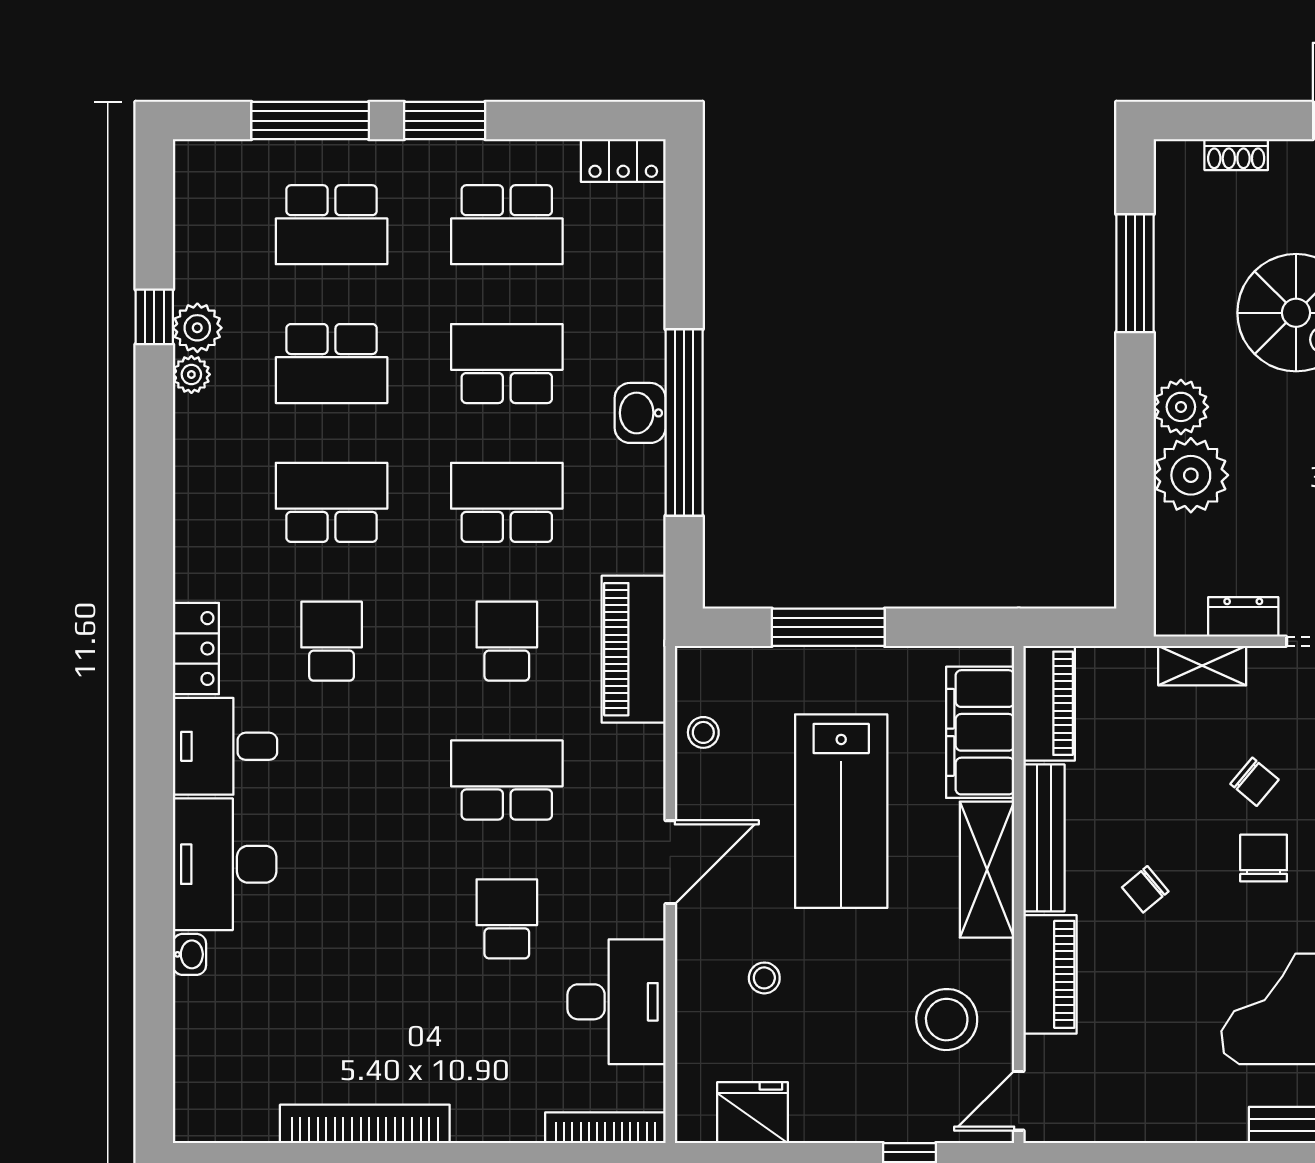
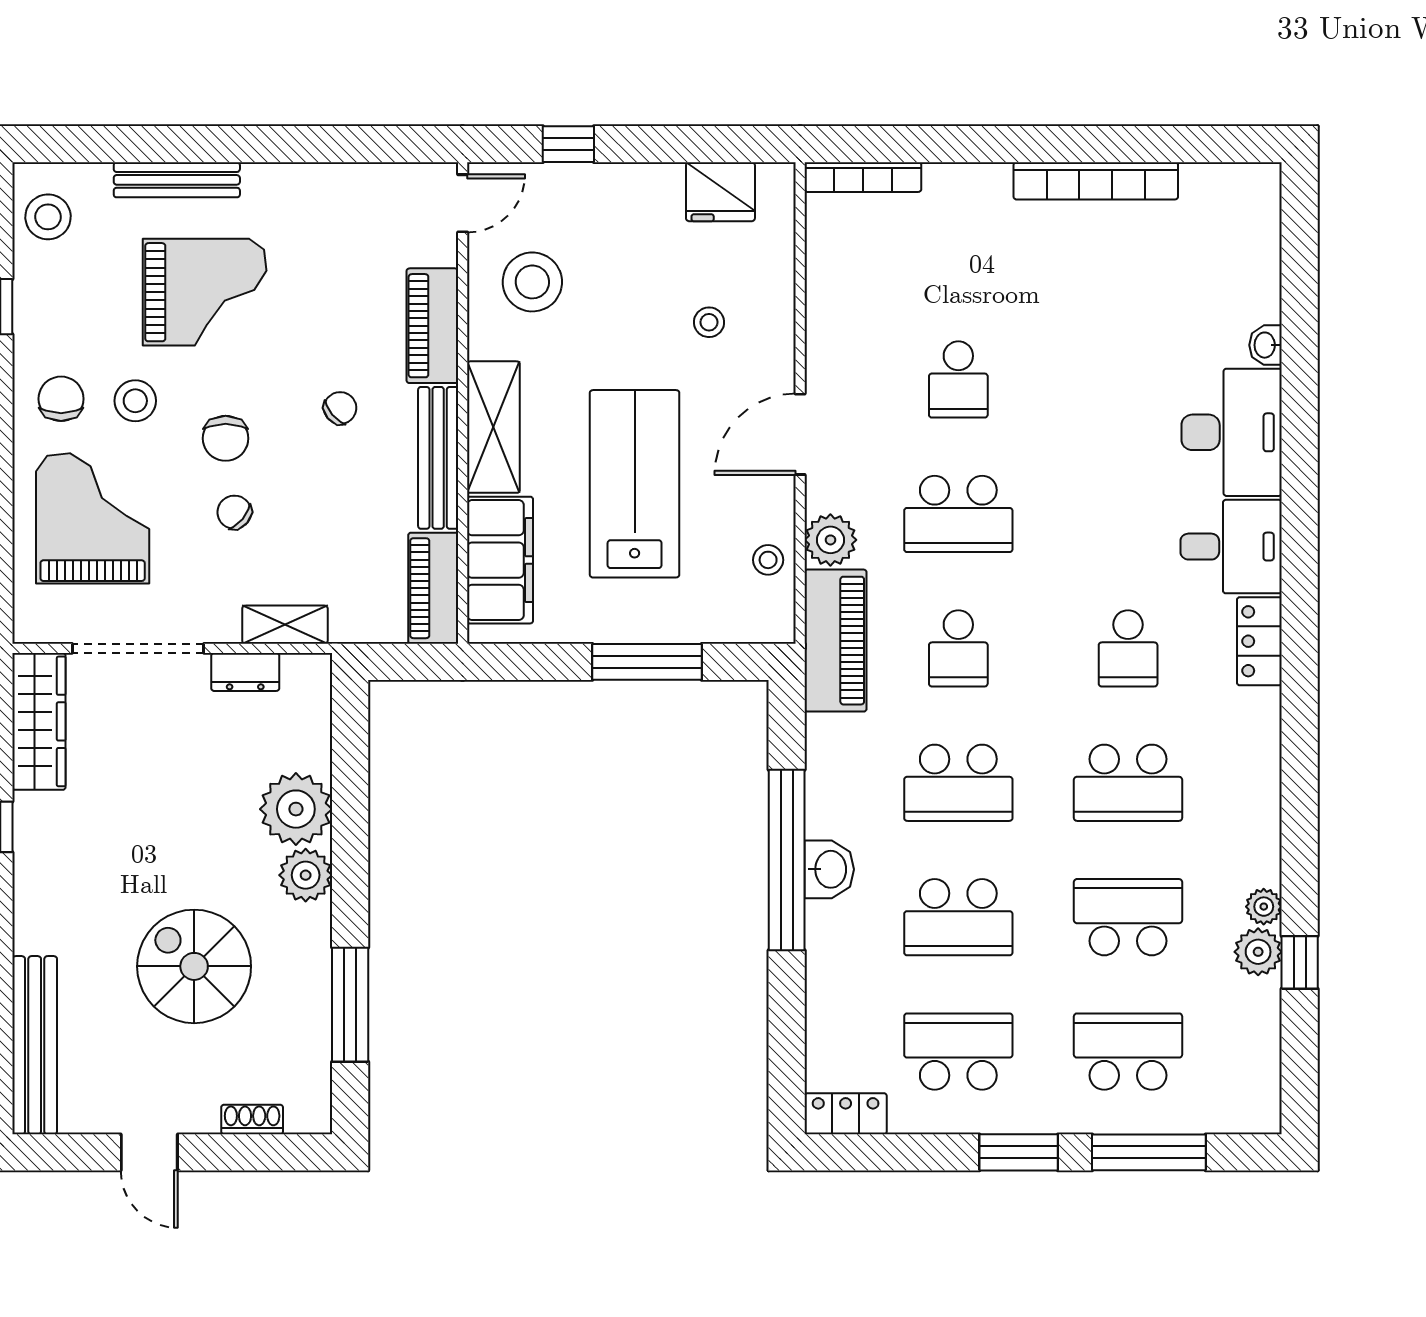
plant: (639, 753) -> (830, 540), added
desk: (617, 1002) -> (852, 299), removed

